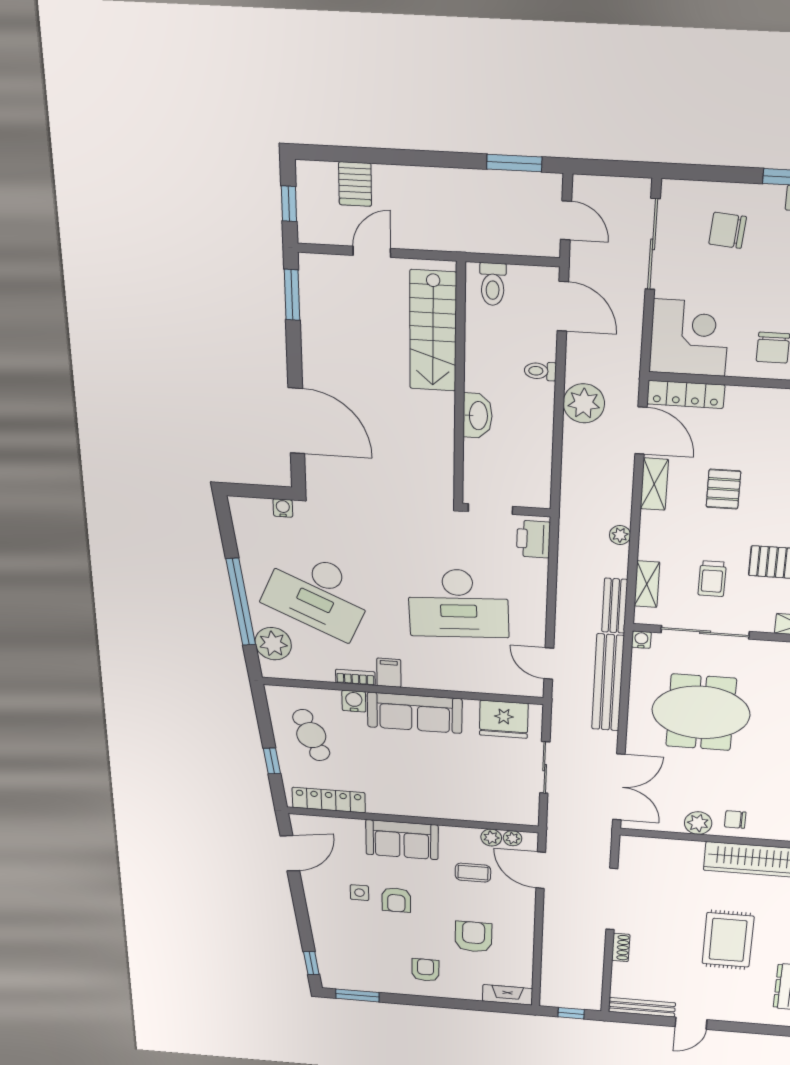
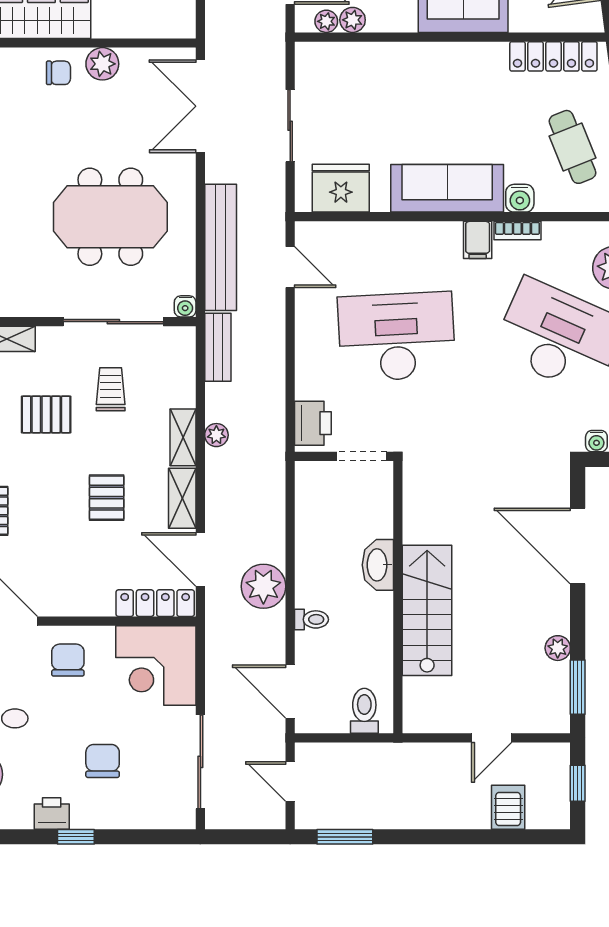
chair: (728, 230) -> (103, 761), moved, turned -95
stairs: (433, 331) -> (427, 610), moved
plant: (312, 332) -> (558, 648), added
shelving: (647, 584) -> (183, 437), moved

